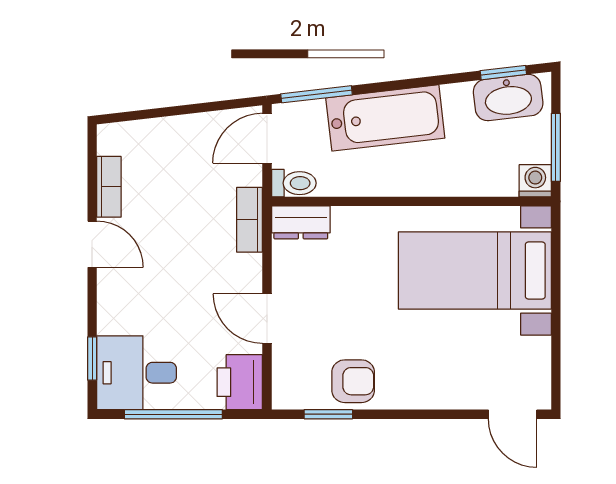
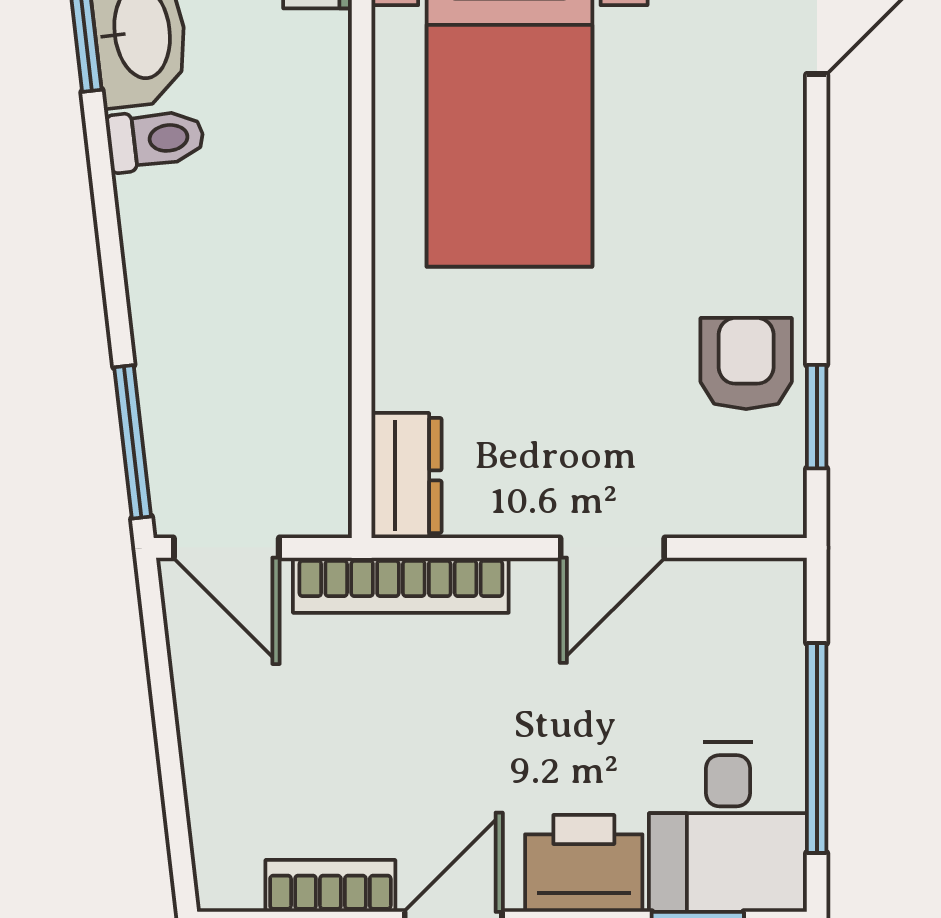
bathtub: (385, 118) -> (183, 295), removed
toilet: (294, 183) -> (155, 139), moved, turned 83
bookcase: (250, 220) -> (401, 585), width x1.56
printer: (240, 382) -> (584, 863), moved, turned 180

